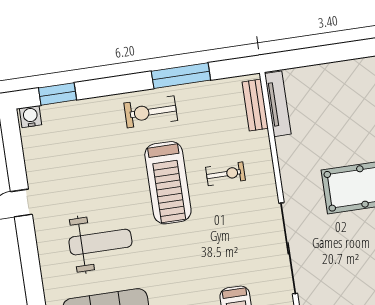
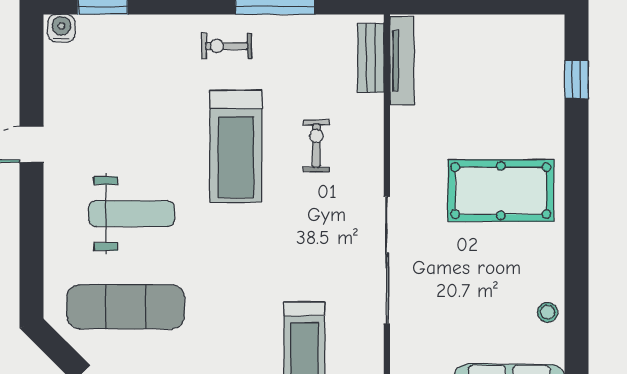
exercise bike: (151, 112) -> (227, 46), width x0.73, depth x0.72
exercise bike: (226, 174) -> (316, 146), turned -90

